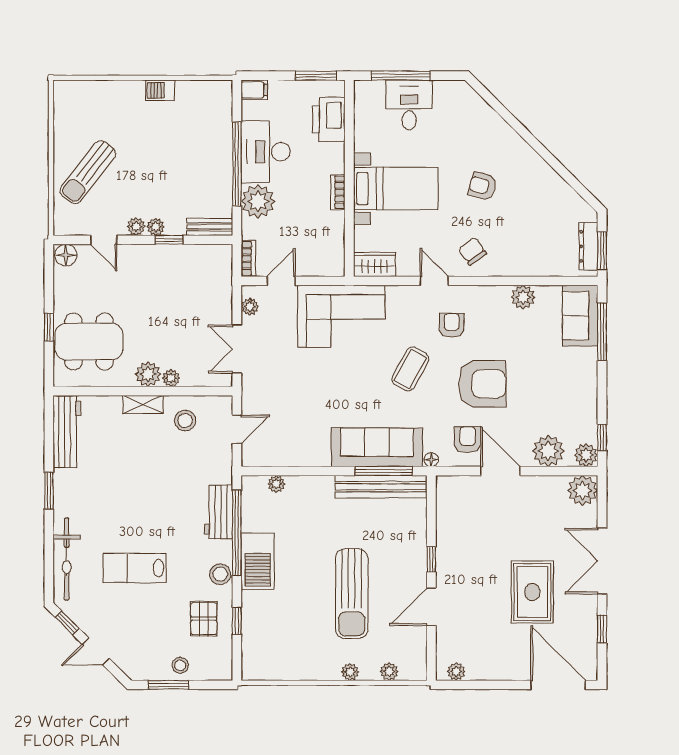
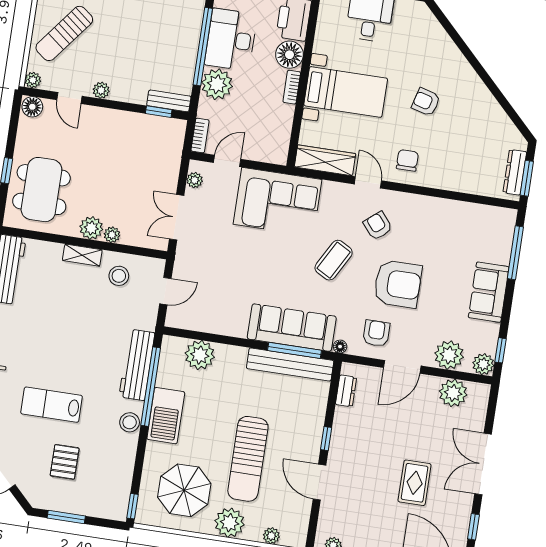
floor lamp: (330, 158) -> (289, 55), added
plant: (156, 227) -> (33, 80), moved
window: (169, 240) -> (159, 112), moved
chair: (472, 251) -> (407, 160), turned 35
wardrobe: (375, 264) -> (325, 160), width x1.50
plant: (523, 297) -> (448, 210), removed
sofa: (580, 316) -> (489, 292), moved
armchair: (452, 325) -> (378, 226), turned -40
dining table: (89, 342) -> (41, 190), turned 90
door: (500, 471) -> (402, 367), swing flipped
plant: (276, 484) -> (200, 355), width x1.88, depth x1.88
plant: (582, 491) -> (453, 393), moved
dresser: (445, 506) -> (346, 391), added
workbench: (219, 512) -> (137, 365), width x1.38
rug: (532, 592) -> (415, 483), width x0.73, depth x0.70
door: (431, 607) -> (319, 482), hinge flipped
pallet: (204, 619) -> (65, 462), moved
window: (237, 621) -> (132, 506), moved
parasol: (289, 637) -> (184, 490), added
stool: (180, 665) -> (80, 501), removed
plant: (350, 672) -> (230, 523), width x1.87, depth x1.87

